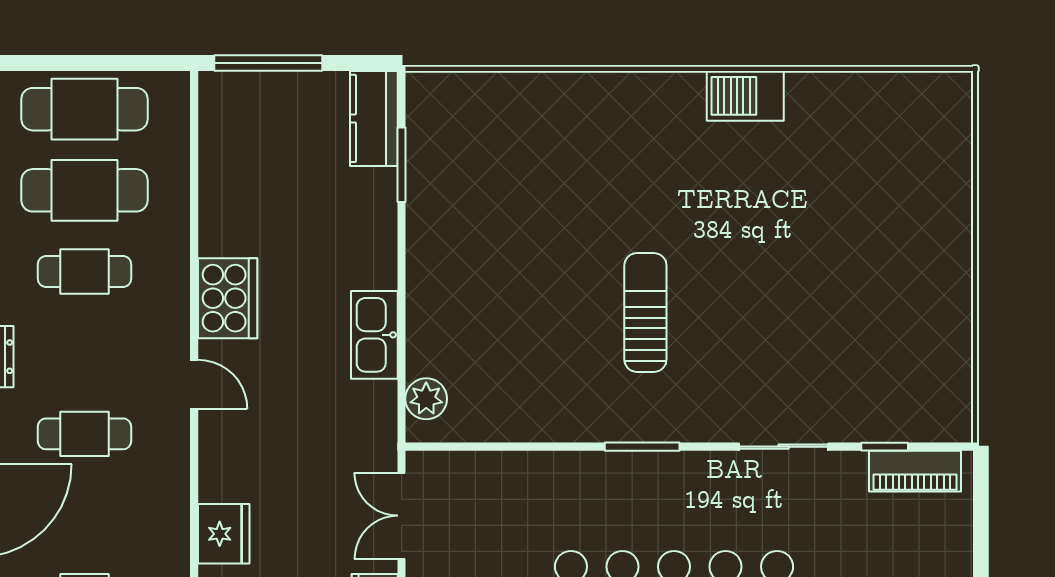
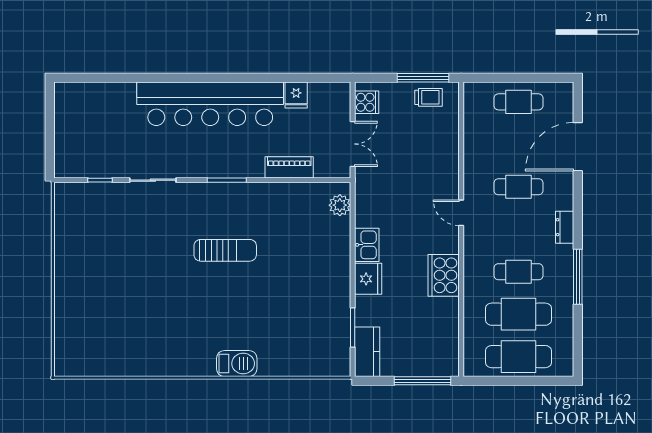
barbecue: (745, 96) -> (237, 364), moved
cooker: (228, 298) -> (444, 275), moved
sun lounger: (645, 312) -> (225, 250), turned -90
kitchen sink: (374, 335) -> (367, 245), width x0.73
piano: (915, 471) -> (289, 167), moved
fridge: (224, 534) -> (368, 279), moved, turned 180

